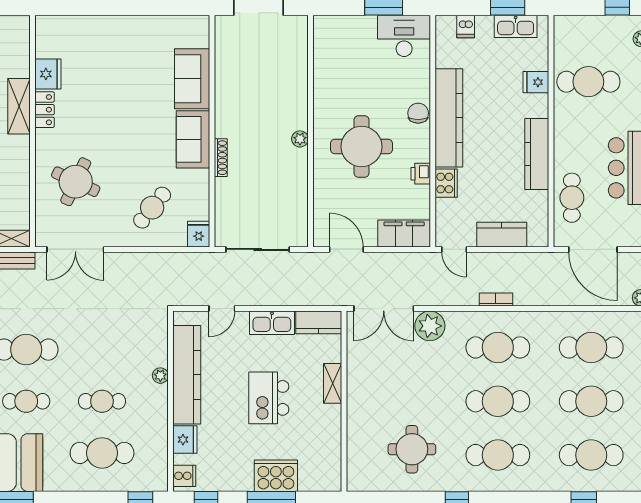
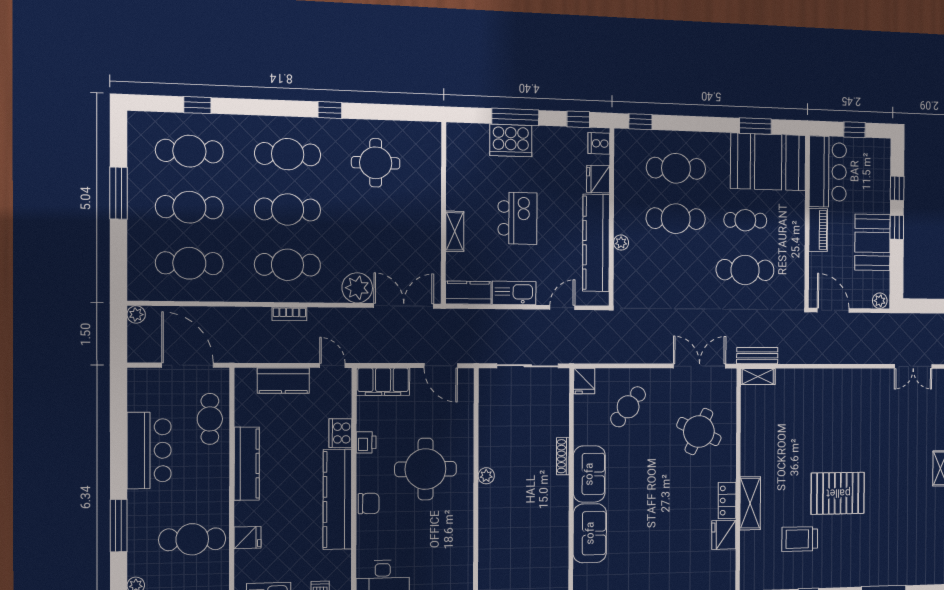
chair: (418, 113) -> (369, 503), turned -90
cafe table: (102, 401) -> (676, 219), width x1.37, depth x1.35

